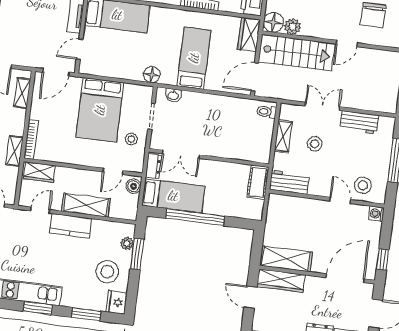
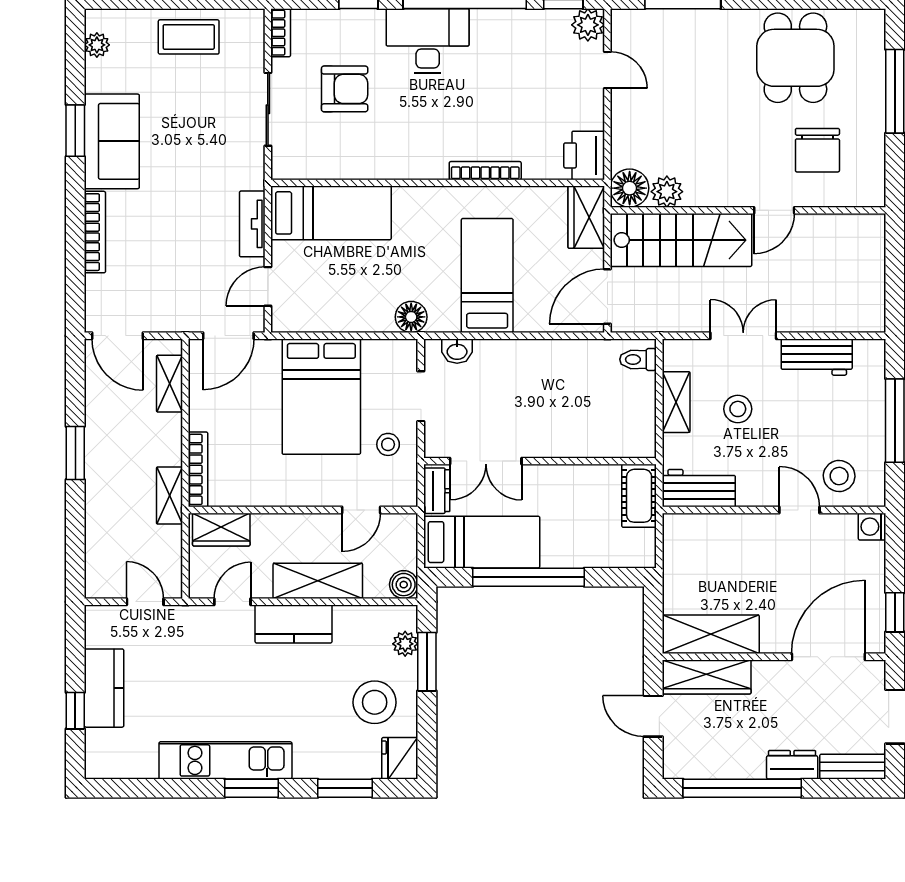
boiler: (133, 186) -> (404, 585), moved

